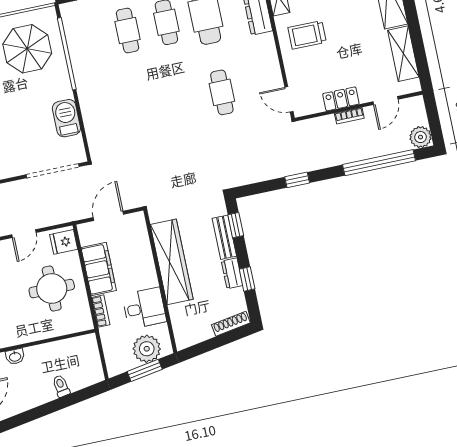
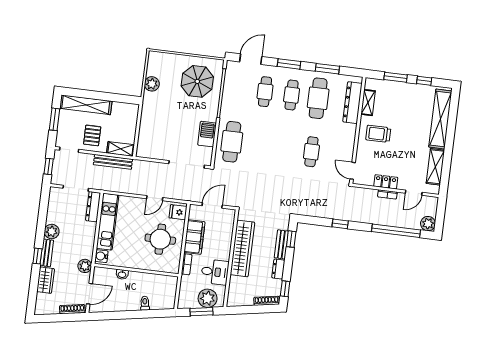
cafe table: (105, 117) -> (232, 142), added
window: (247, 279) -> (285, 289), moved

